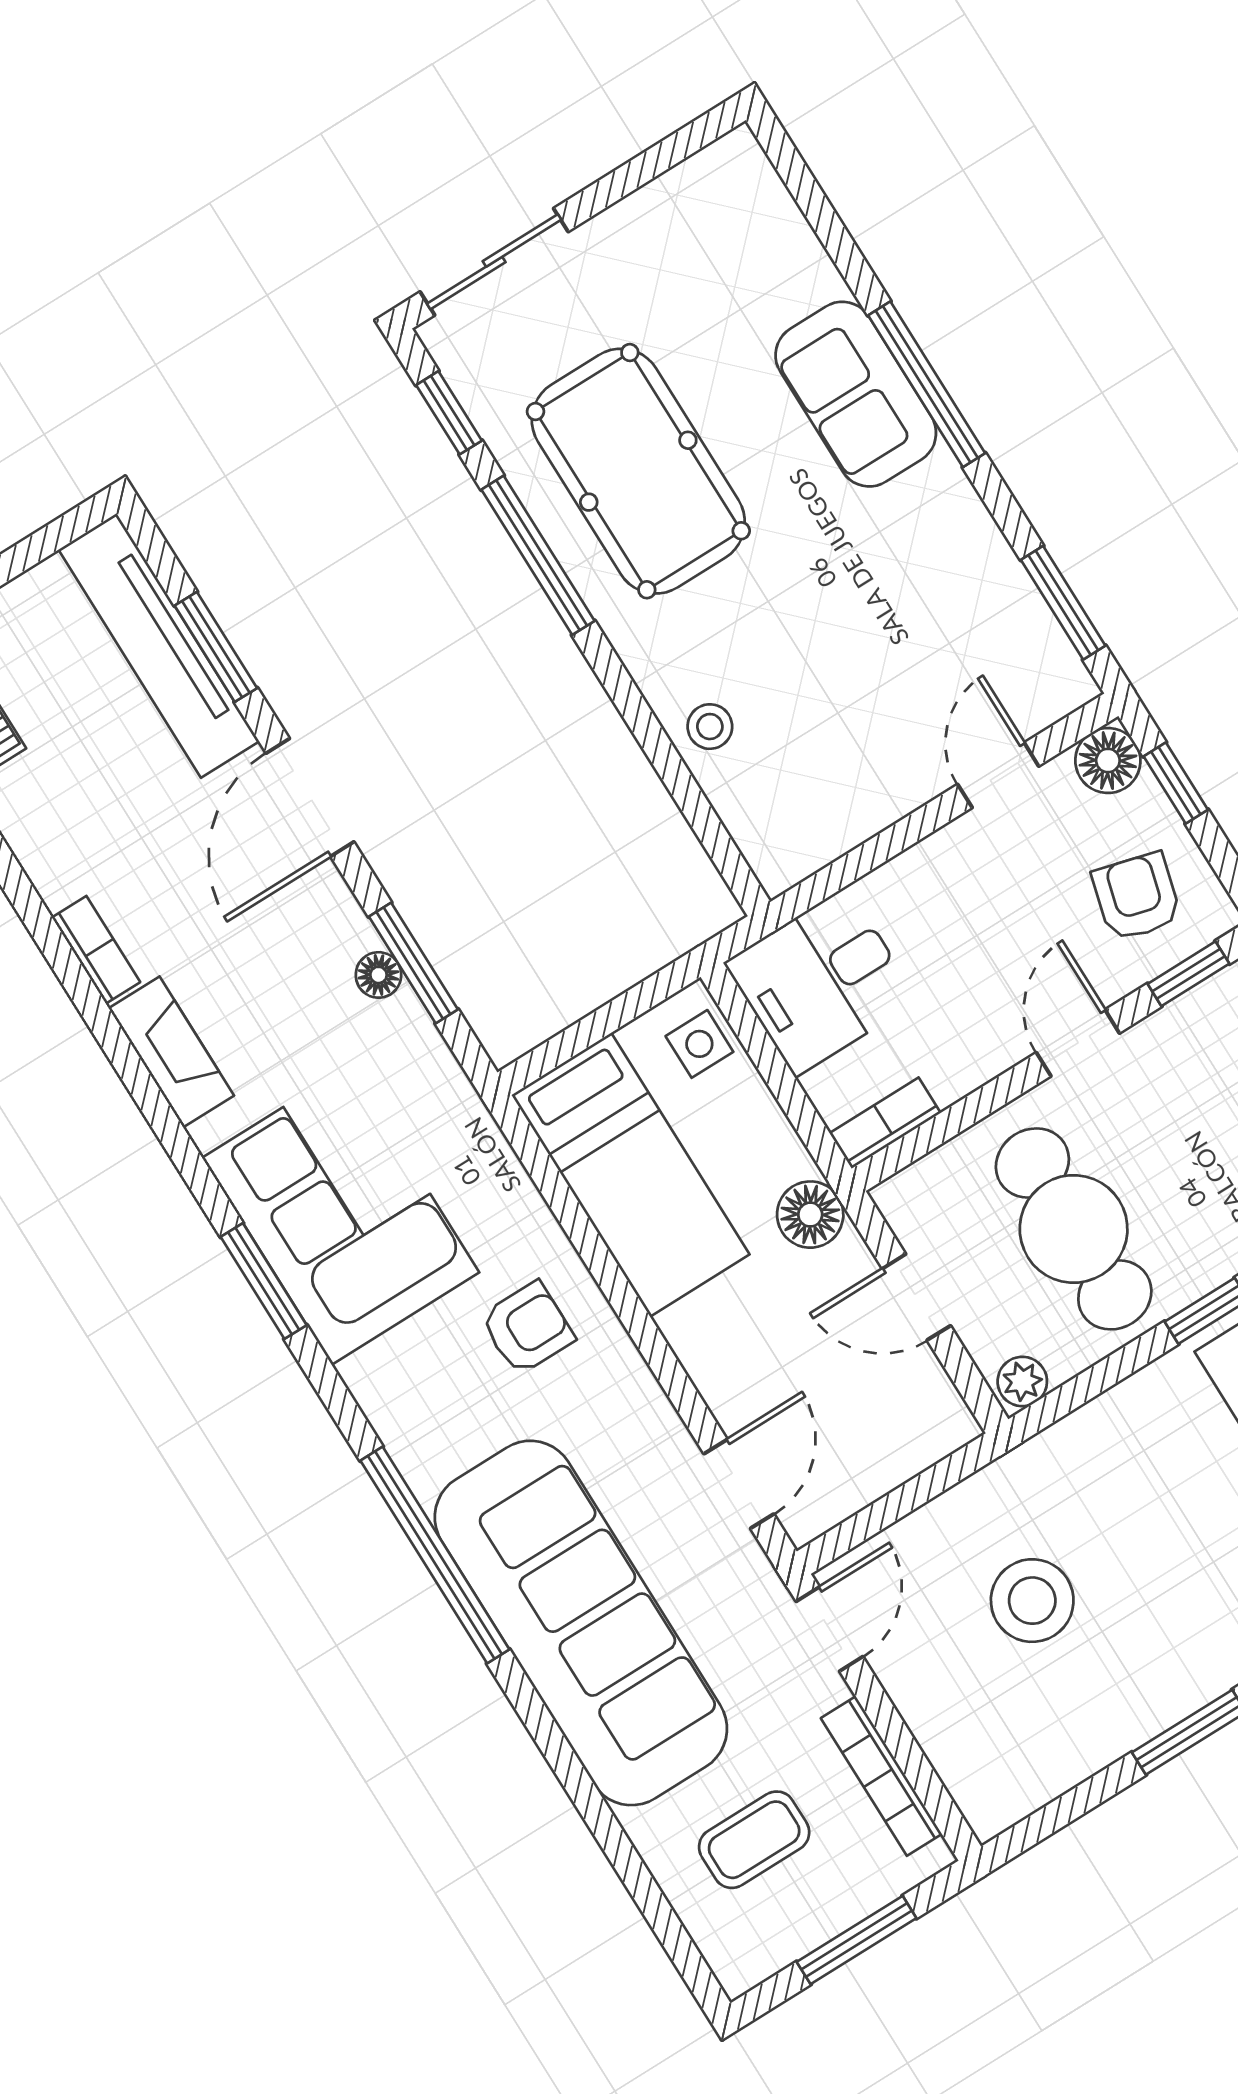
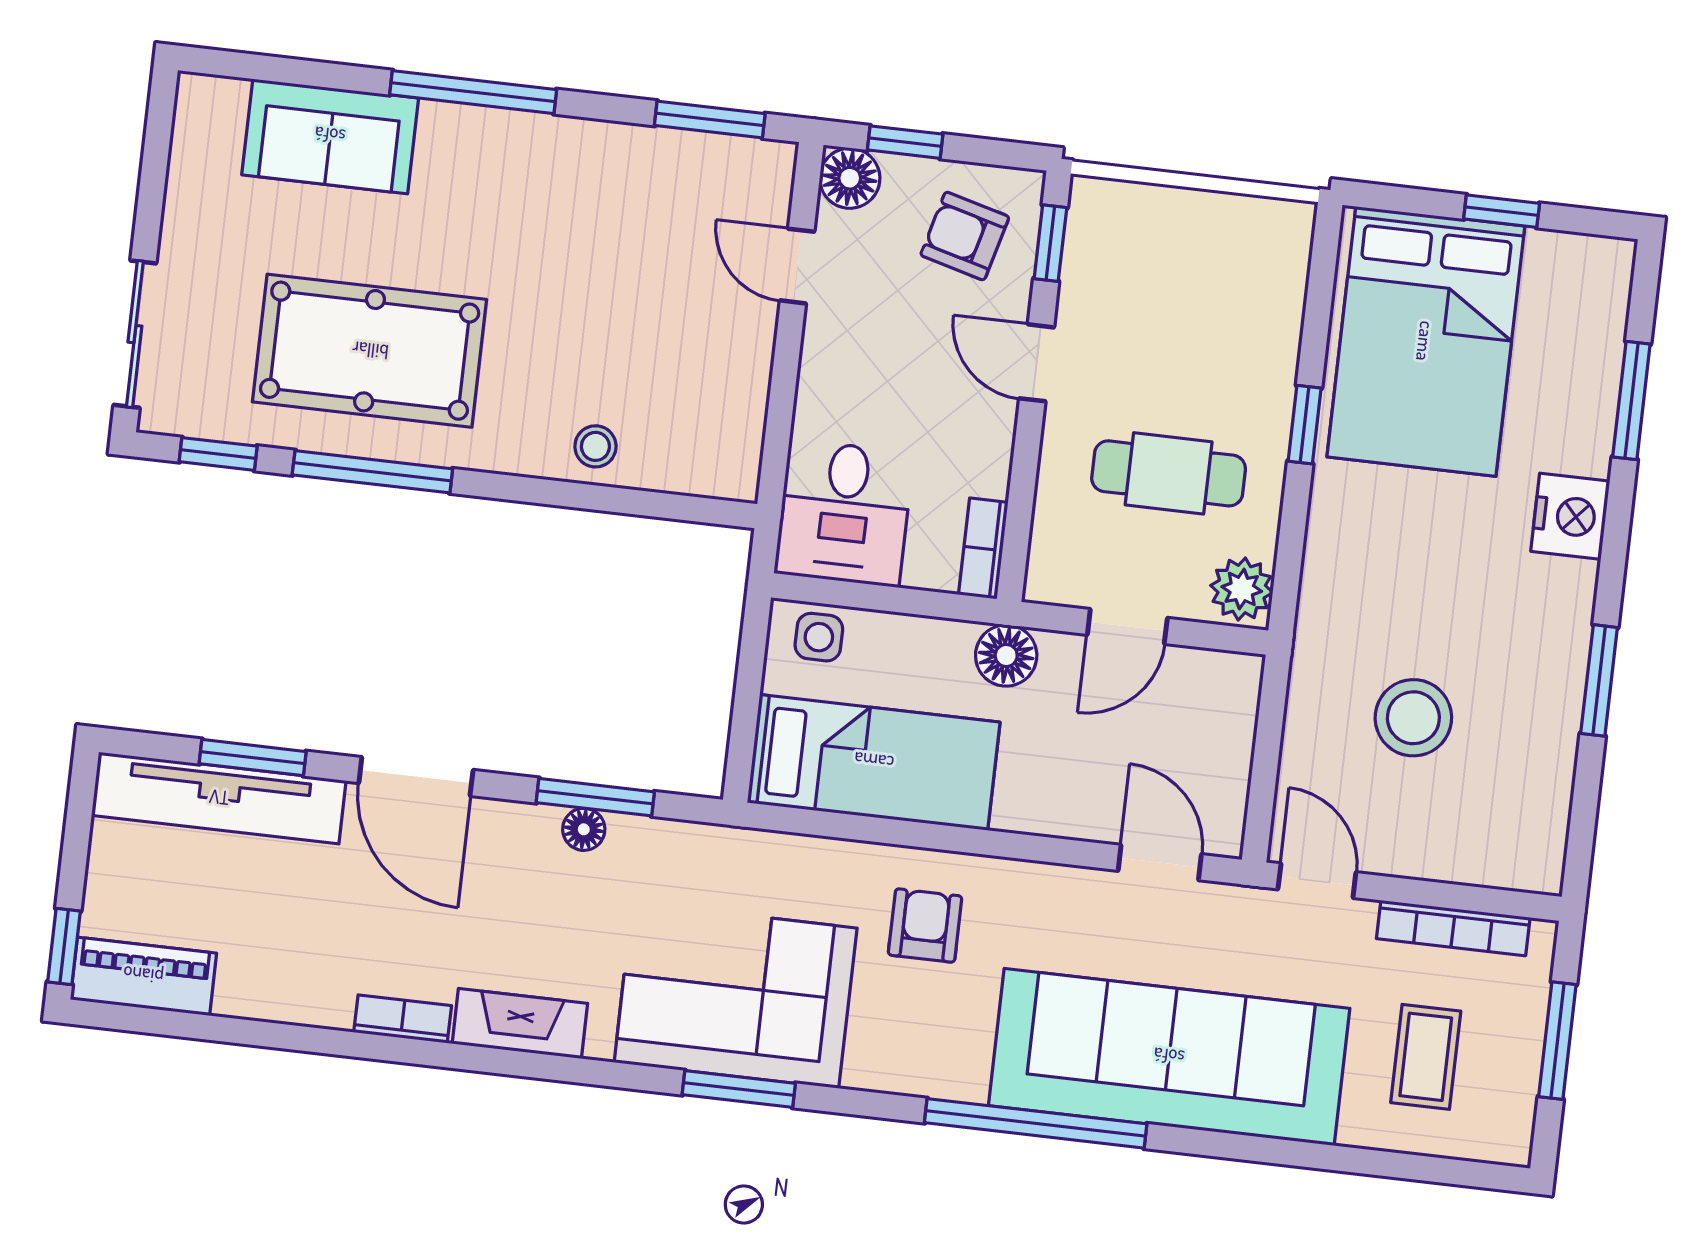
sofa: (856, 394) -> (330, 136), moved
cafe table: (1074, 1229) -> (1169, 473), width x0.73, depth x0.74
plant: (1022, 1381) -> (1242, 589), width x1.38, depth x1.38

